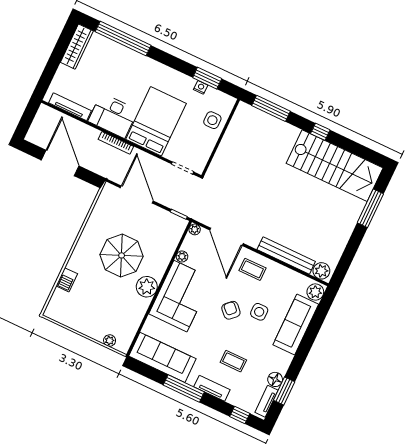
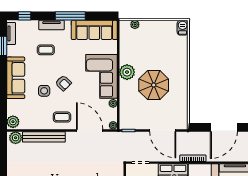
door: (60, 163) -> (224, 127), hinge flipped
barbecue: (67, 280) -> (183, 28), moved
sofa: (296, 324) -> (16, 78), moved
floor lamp: (275, 379) -> (12, 51), removed

